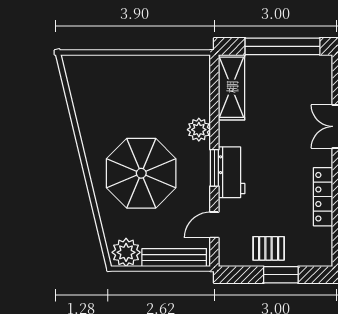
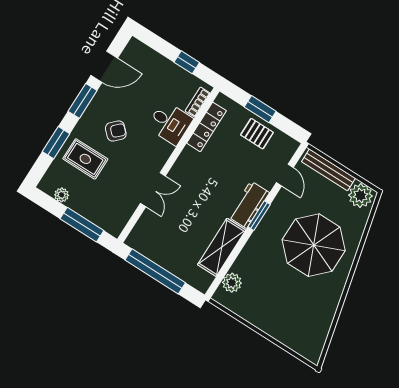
shelving: (232, 87) -> (222, 247), moved
plant: (199, 130) -> (232, 283), moved
locker: (323, 197) -> (207, 127), moved
door: (214, 225) -> (285, 175), hinge flipped

